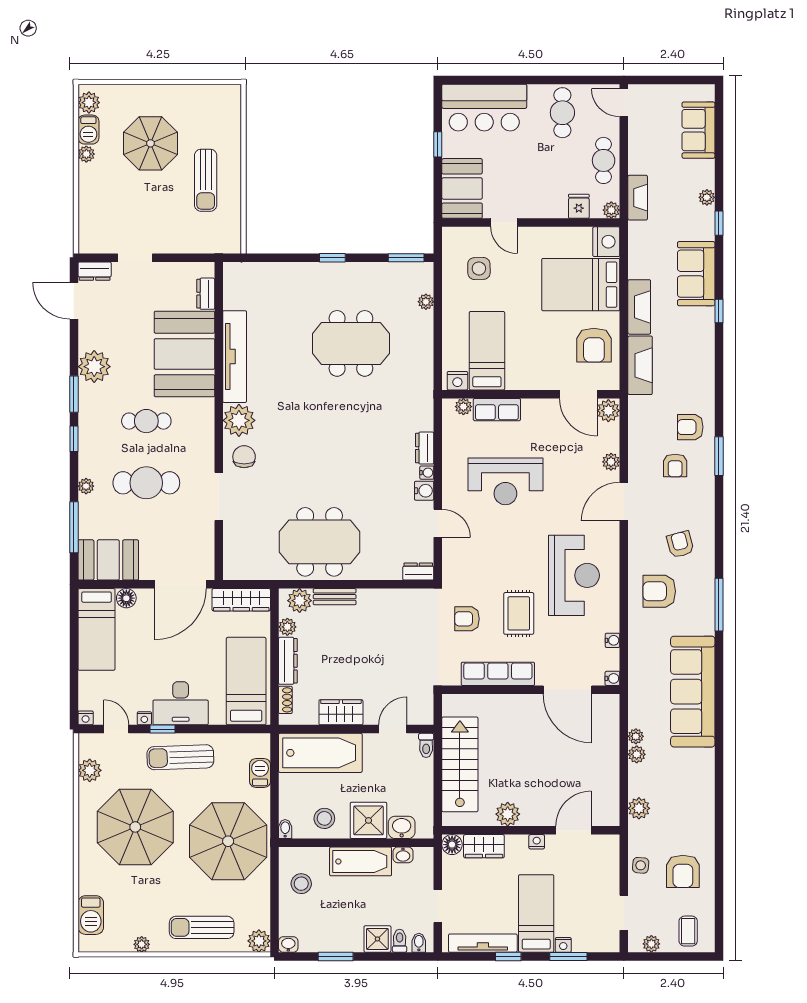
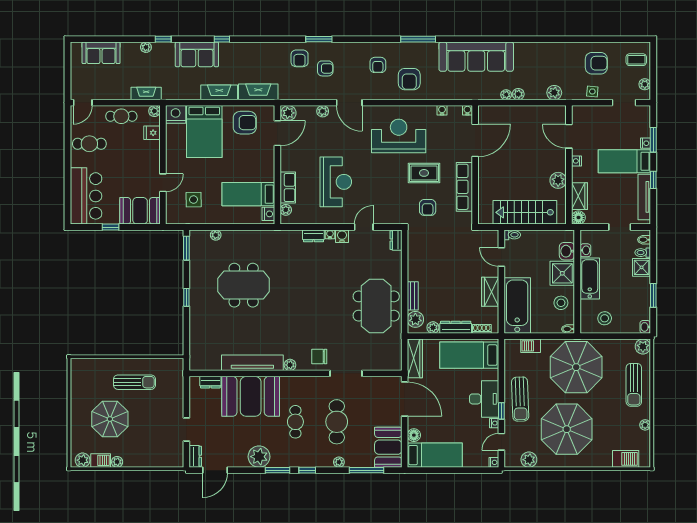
meeting table: (351, 343) -> (244, 285), turned 90
plant: (239, 420) -> (290, 365), width x0.53, depth x0.53
armchair: (680, 544) -> (378, 65), turned -75

